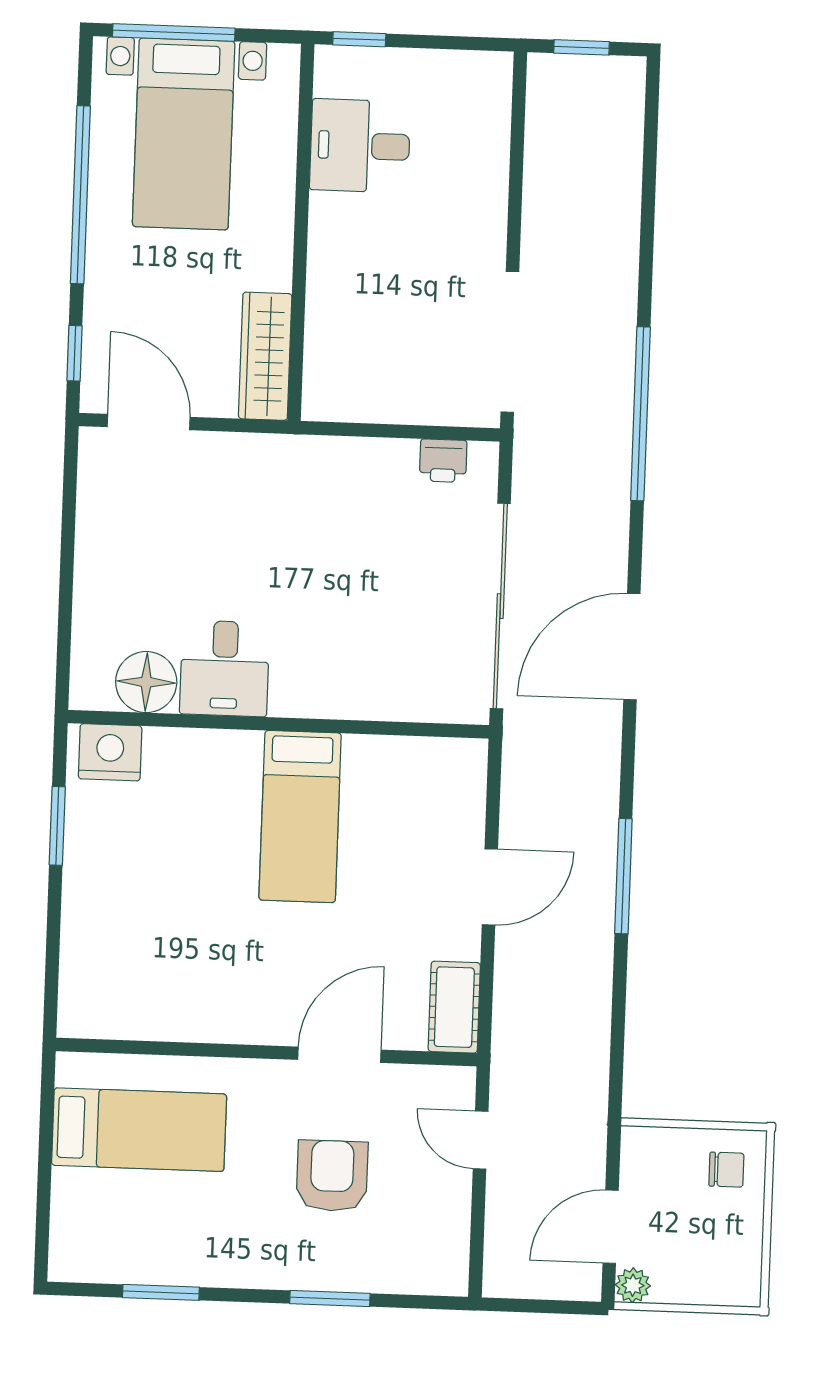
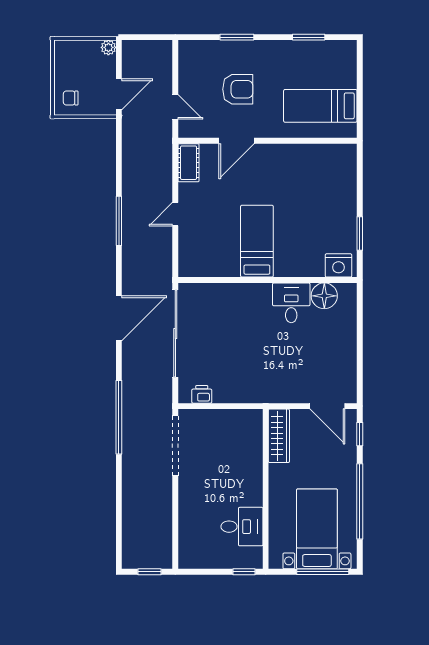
door: (490, 887) -> (175, 214), width x0.73
armchair: (332, 1176) -> (238, 89), turned -90
door: (611, 1227) -> (119, 94), moved

